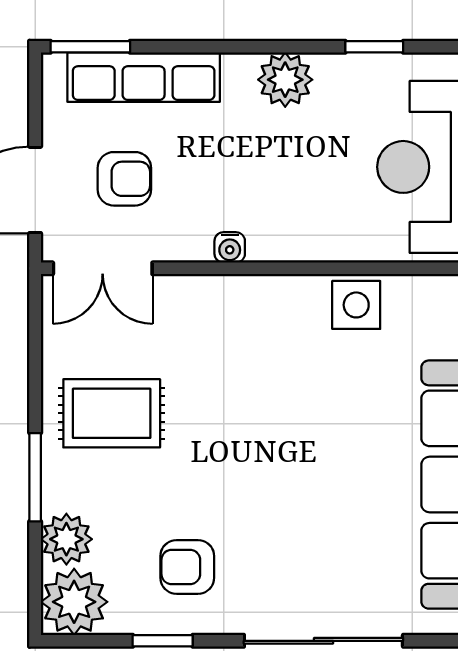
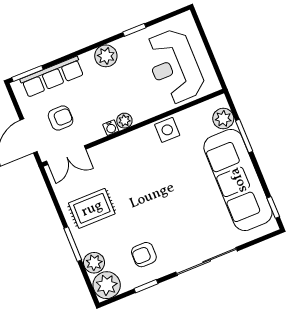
plant: (267, 244) -> (124, 121), added

